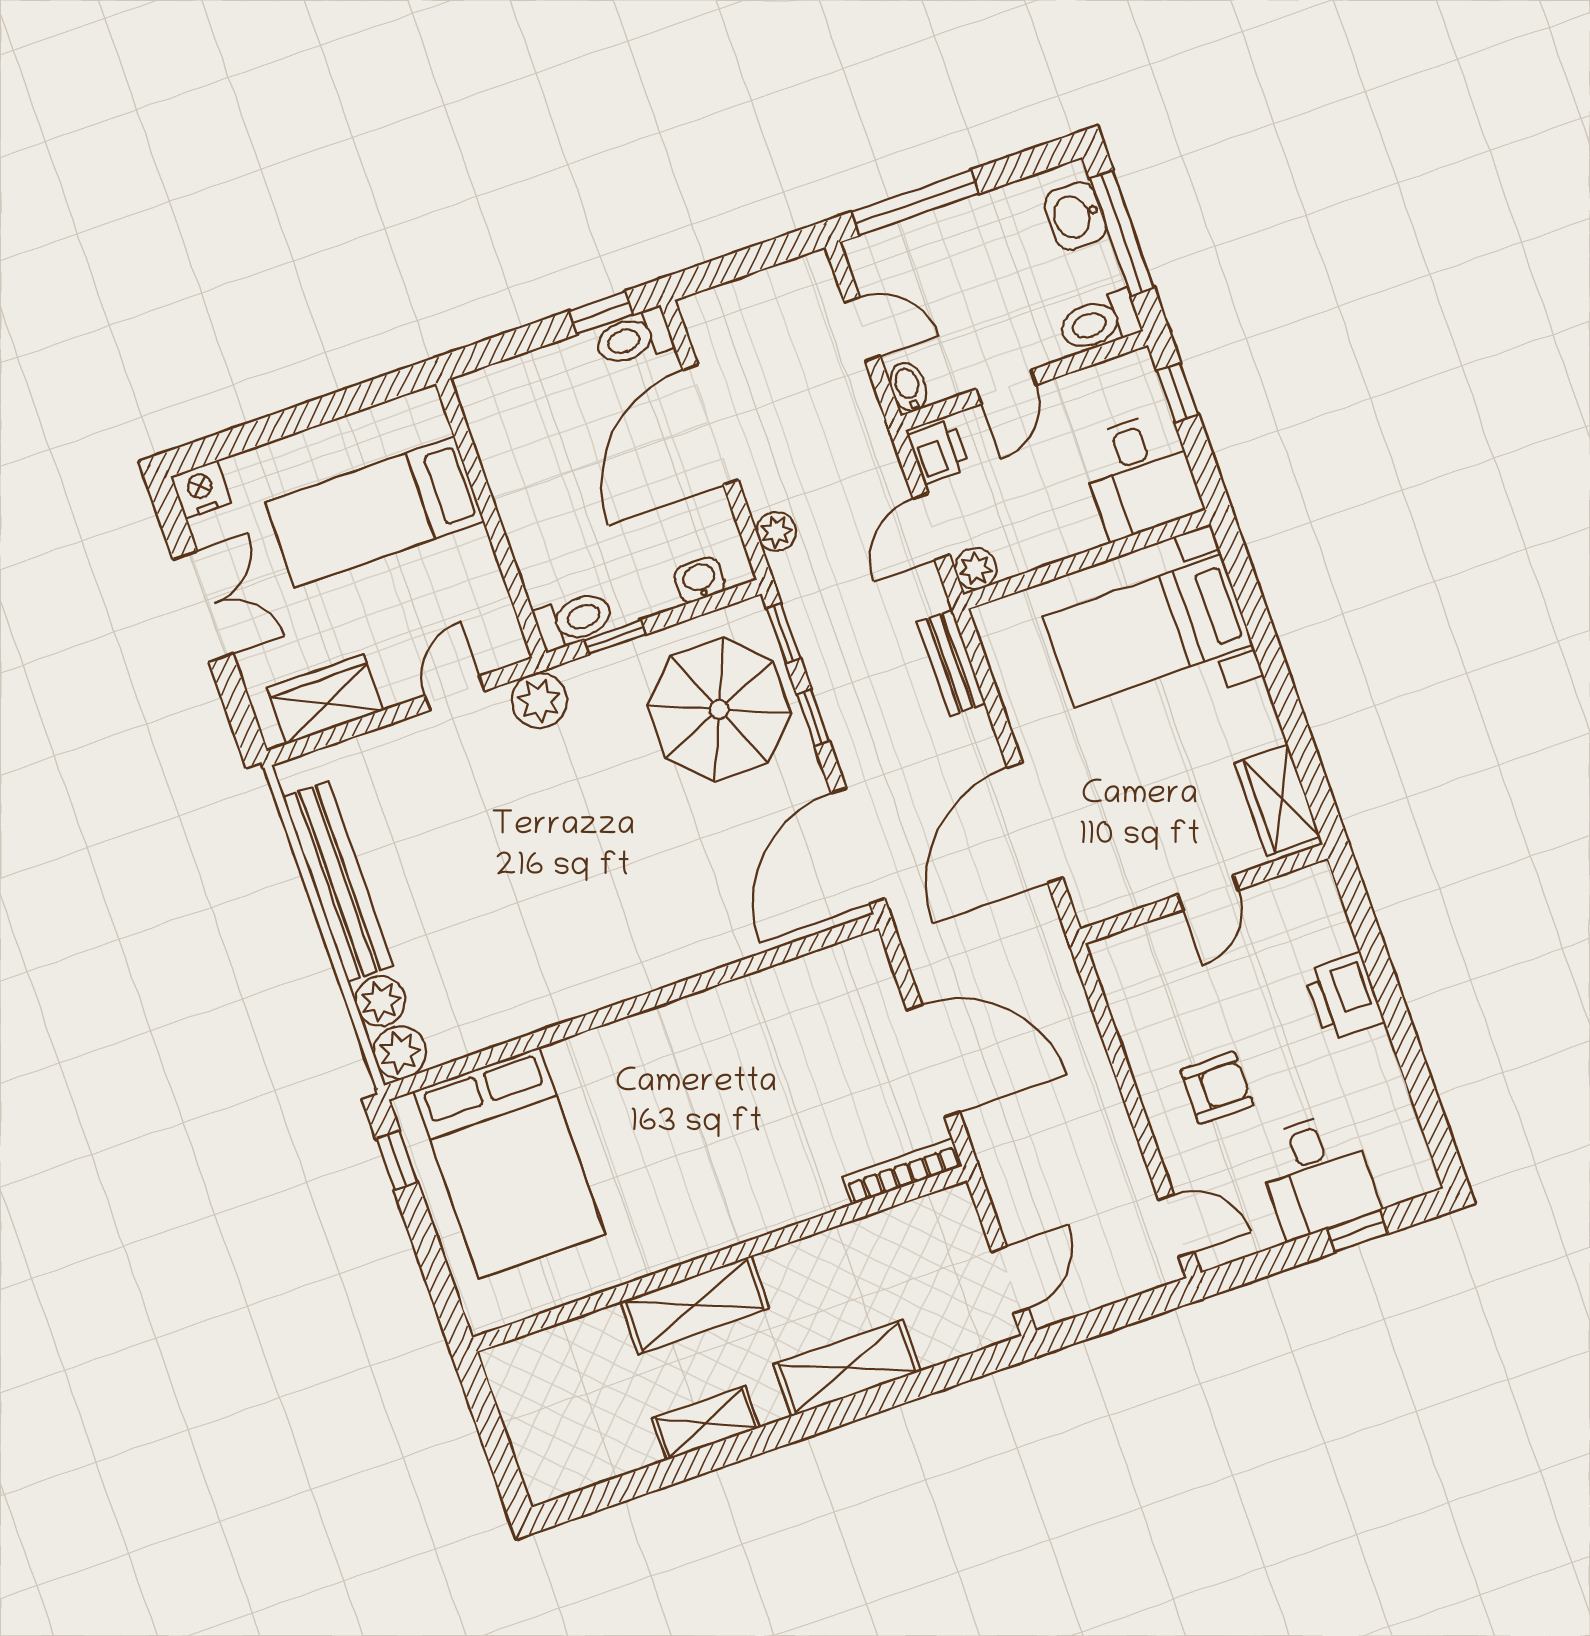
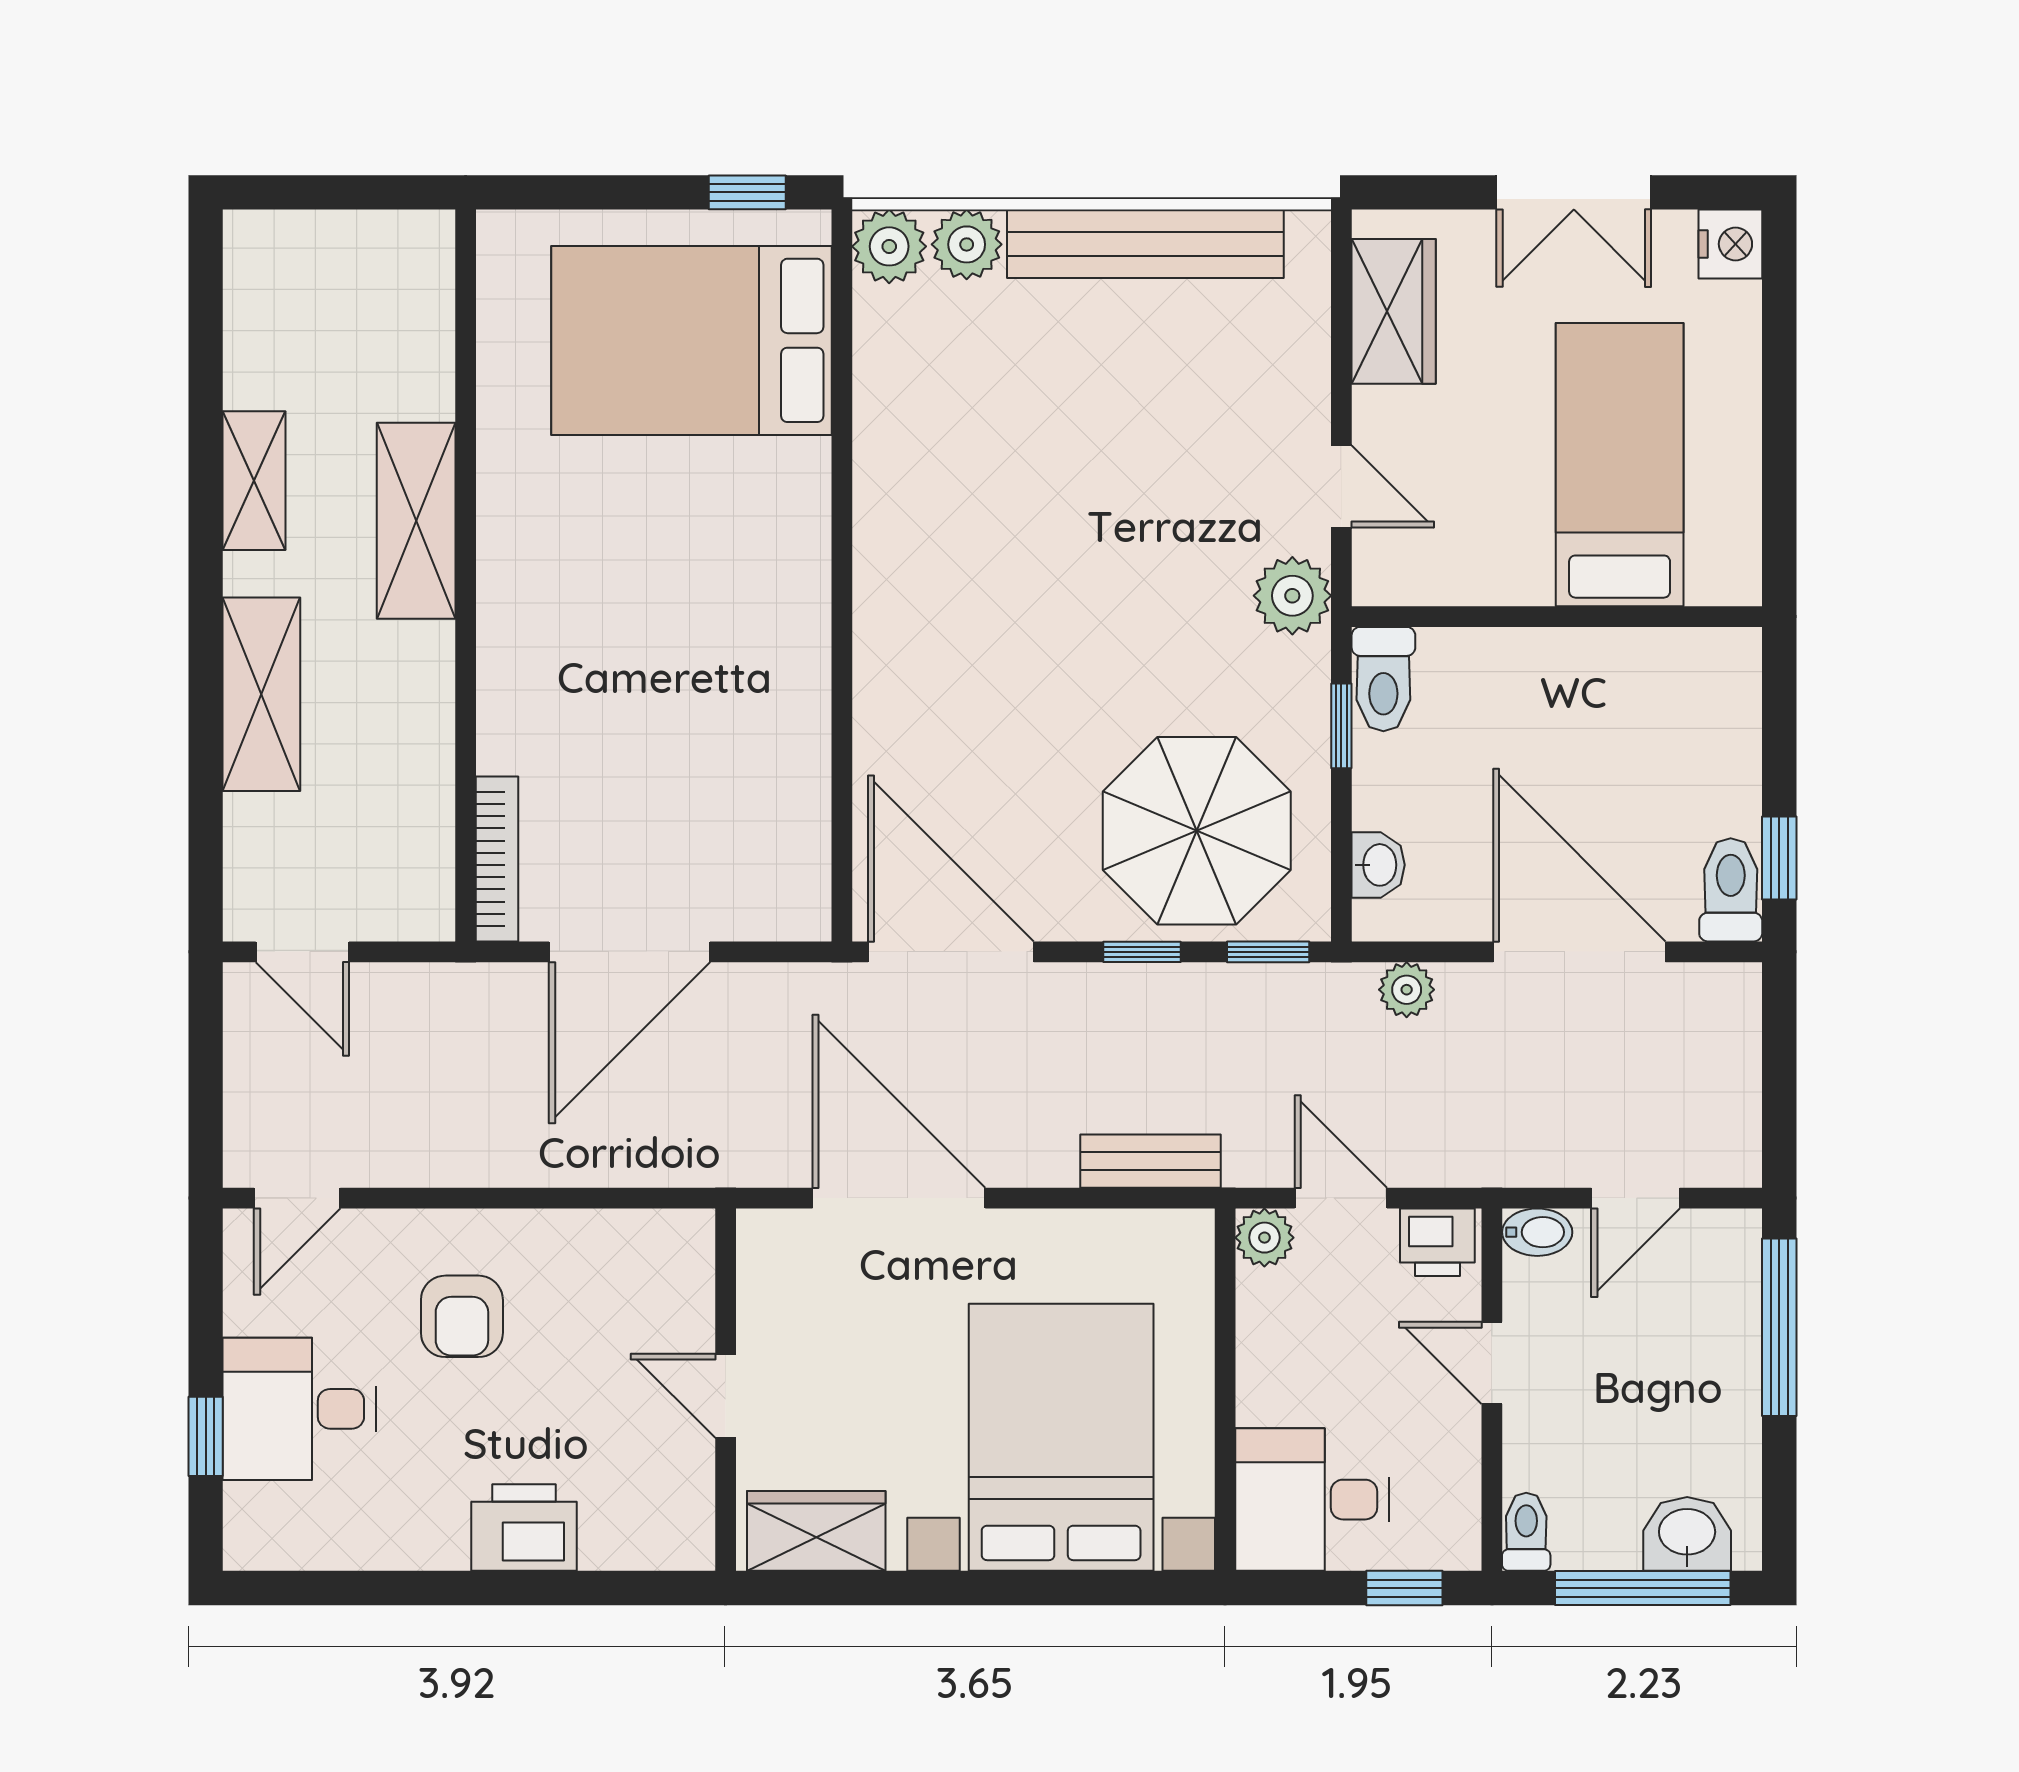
toilet: (1099, 322) -> (1526, 1532), width x0.73, depth x0.72
bed with nightstands: (1148, 631) -> (1061, 1437), width x1.36

